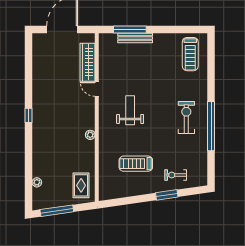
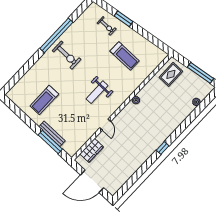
treadmill: (190, 54) -> (44, 100), moved, turned 180
wardrobe: (88, 62) -> (92, 150), width x0.67
exercise bike: (186, 118) -> (67, 55), turned -90

